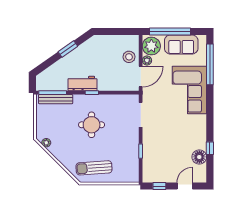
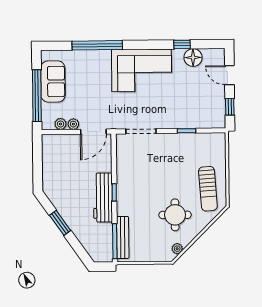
plant: (151, 46) -> (61, 124), width x0.53, depth x0.53
stool: (129, 57) -> (69, 146), removed
window: (210, 64) -> (97, 45), moved
door: (141, 76) -> (93, 132), swing flipped
workbench: (82, 84) -> (103, 198), width x1.38
corner sofa: (189, 90) -> (142, 70), moved
round table: (92, 125) -> (175, 215), moved

